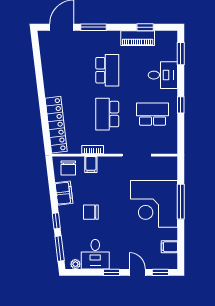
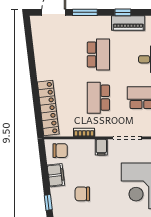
window: (145, 27) -> (123, 12), moved
filing cabinet: (91, 164) -> (101, 147), moved
chair: (68, 168) -> (60, 151), turned -90

